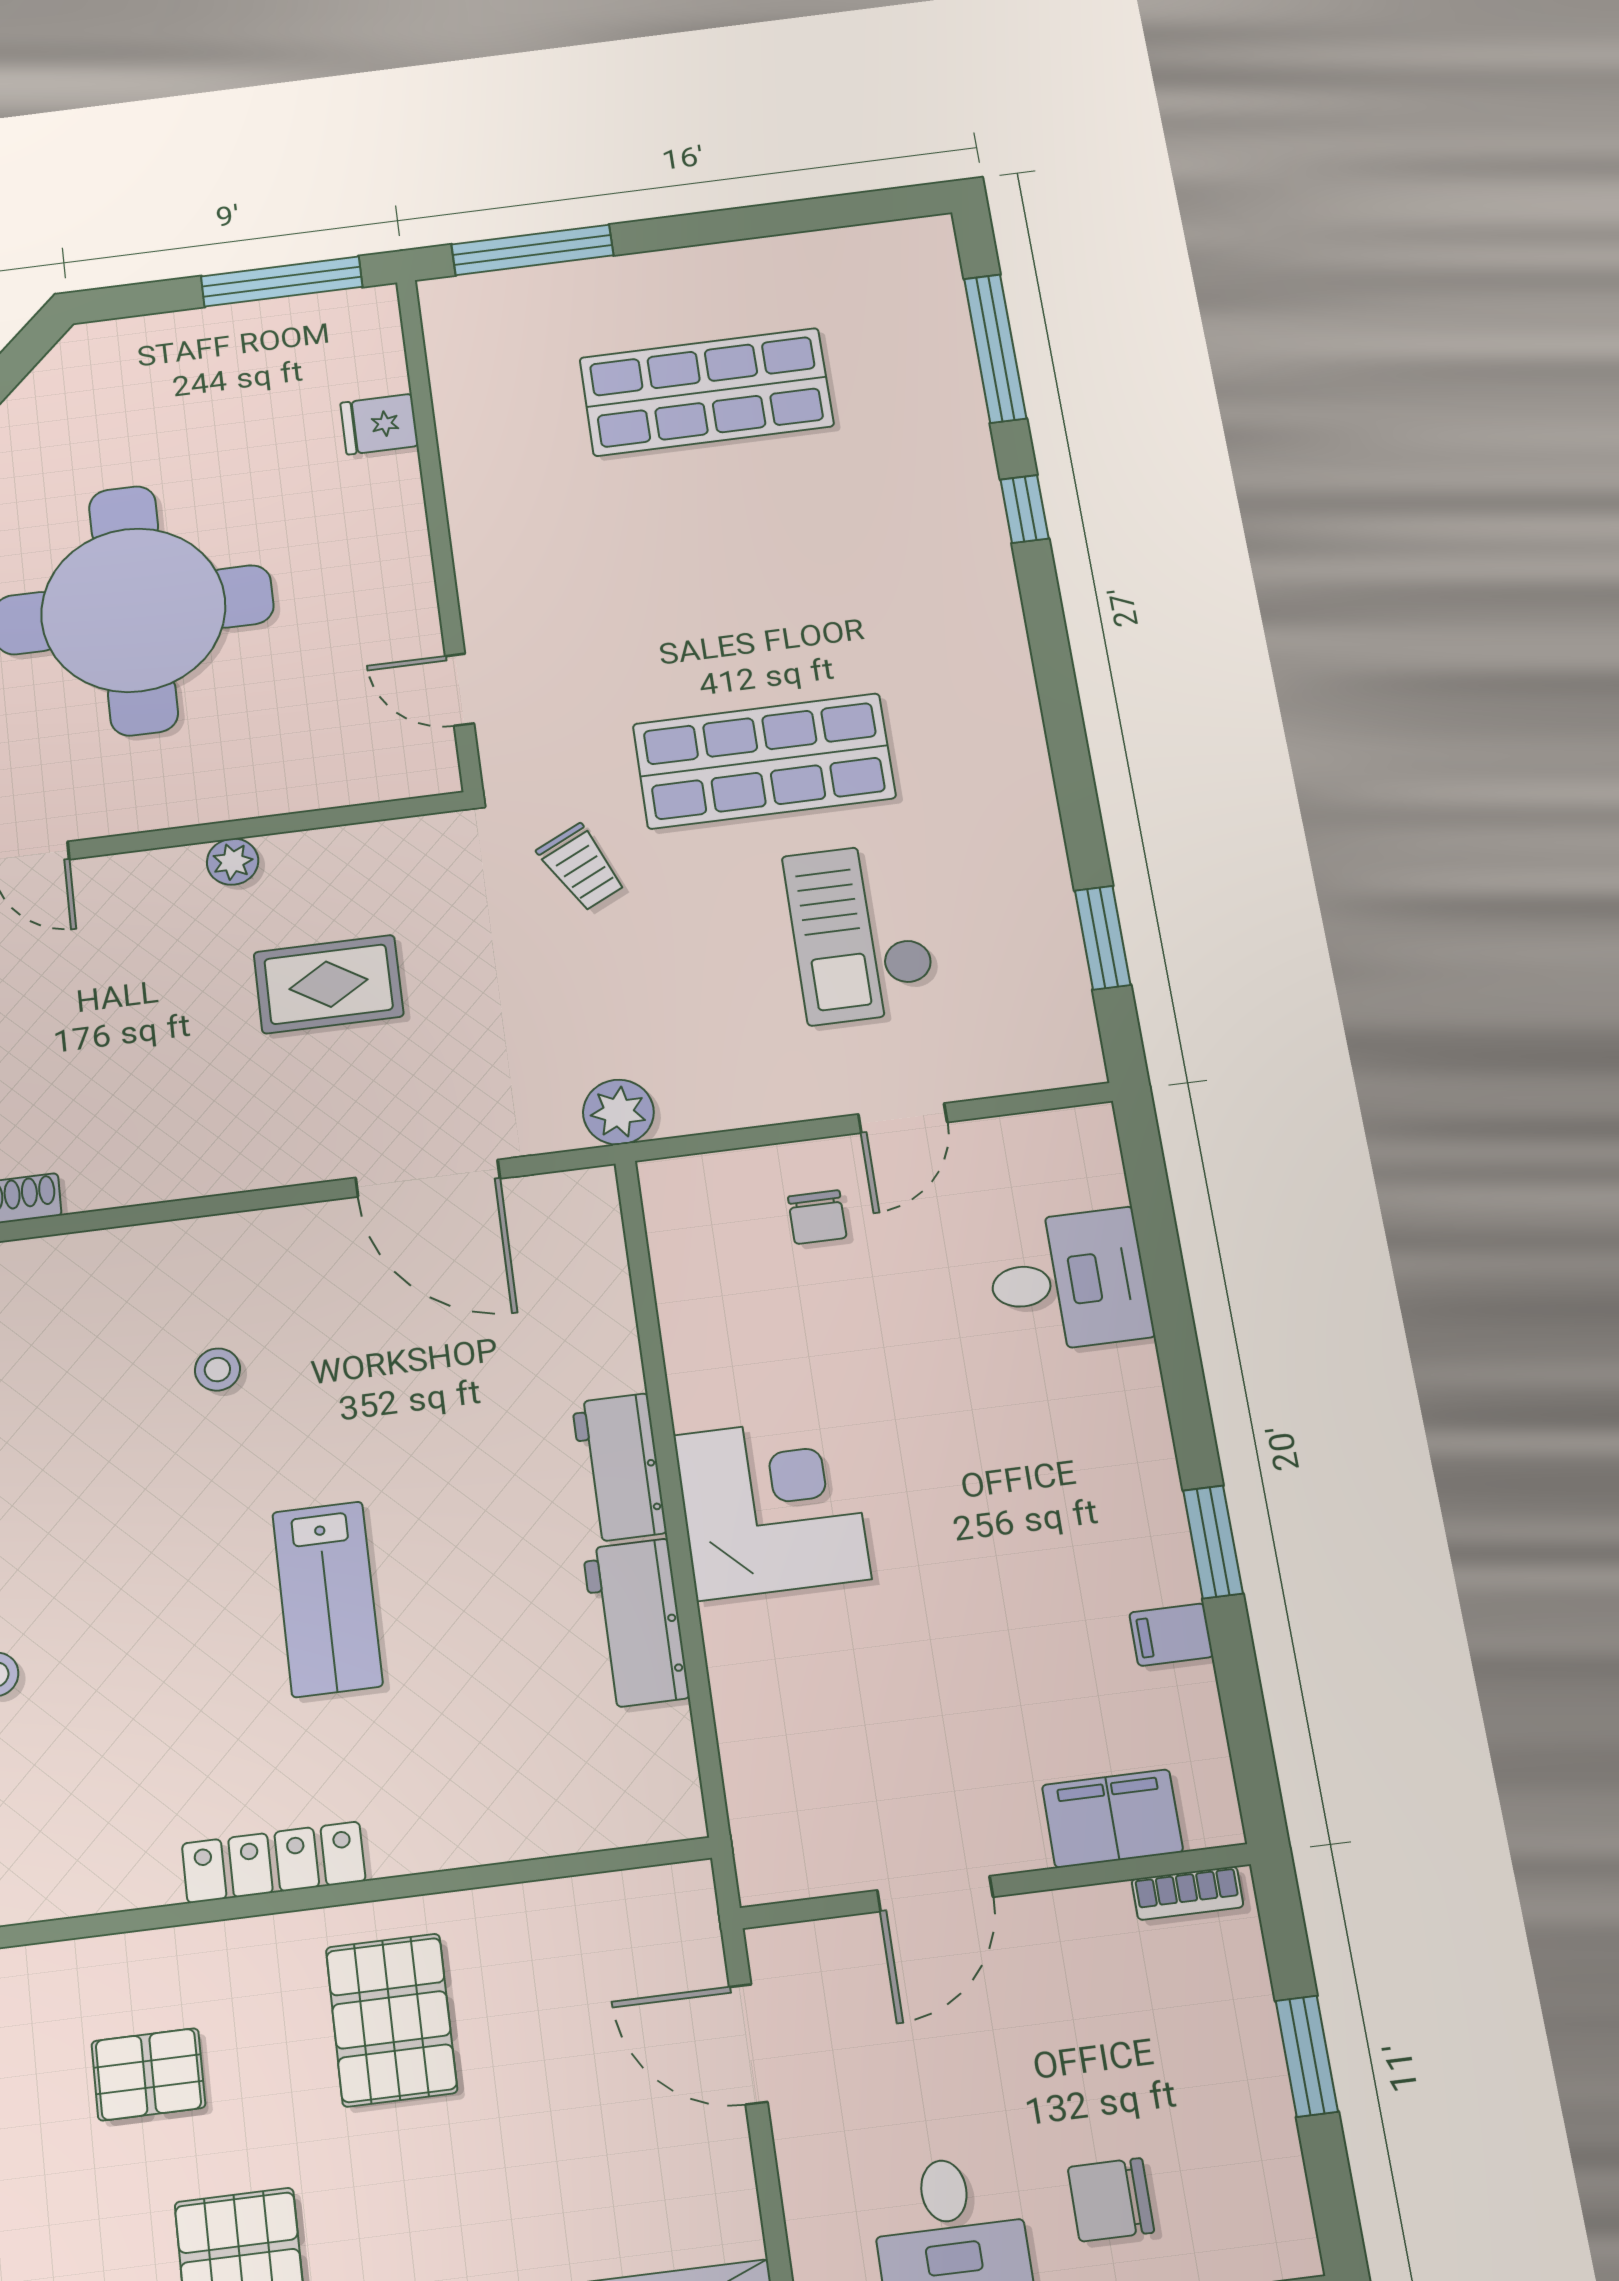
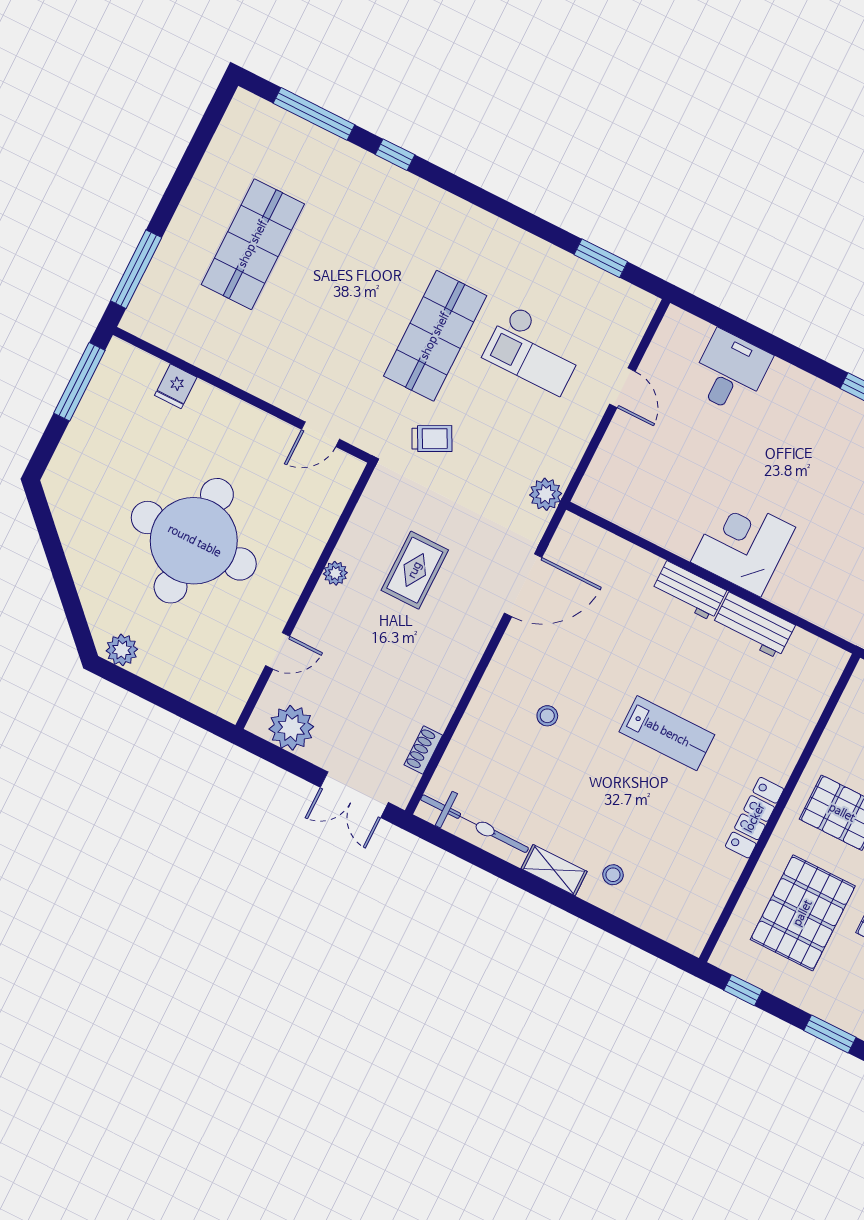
chair: (817, 1217) -> (640, 448), removed
pallet: (148, 2074) -> (803, 913), width x2.05, depth x2.00

